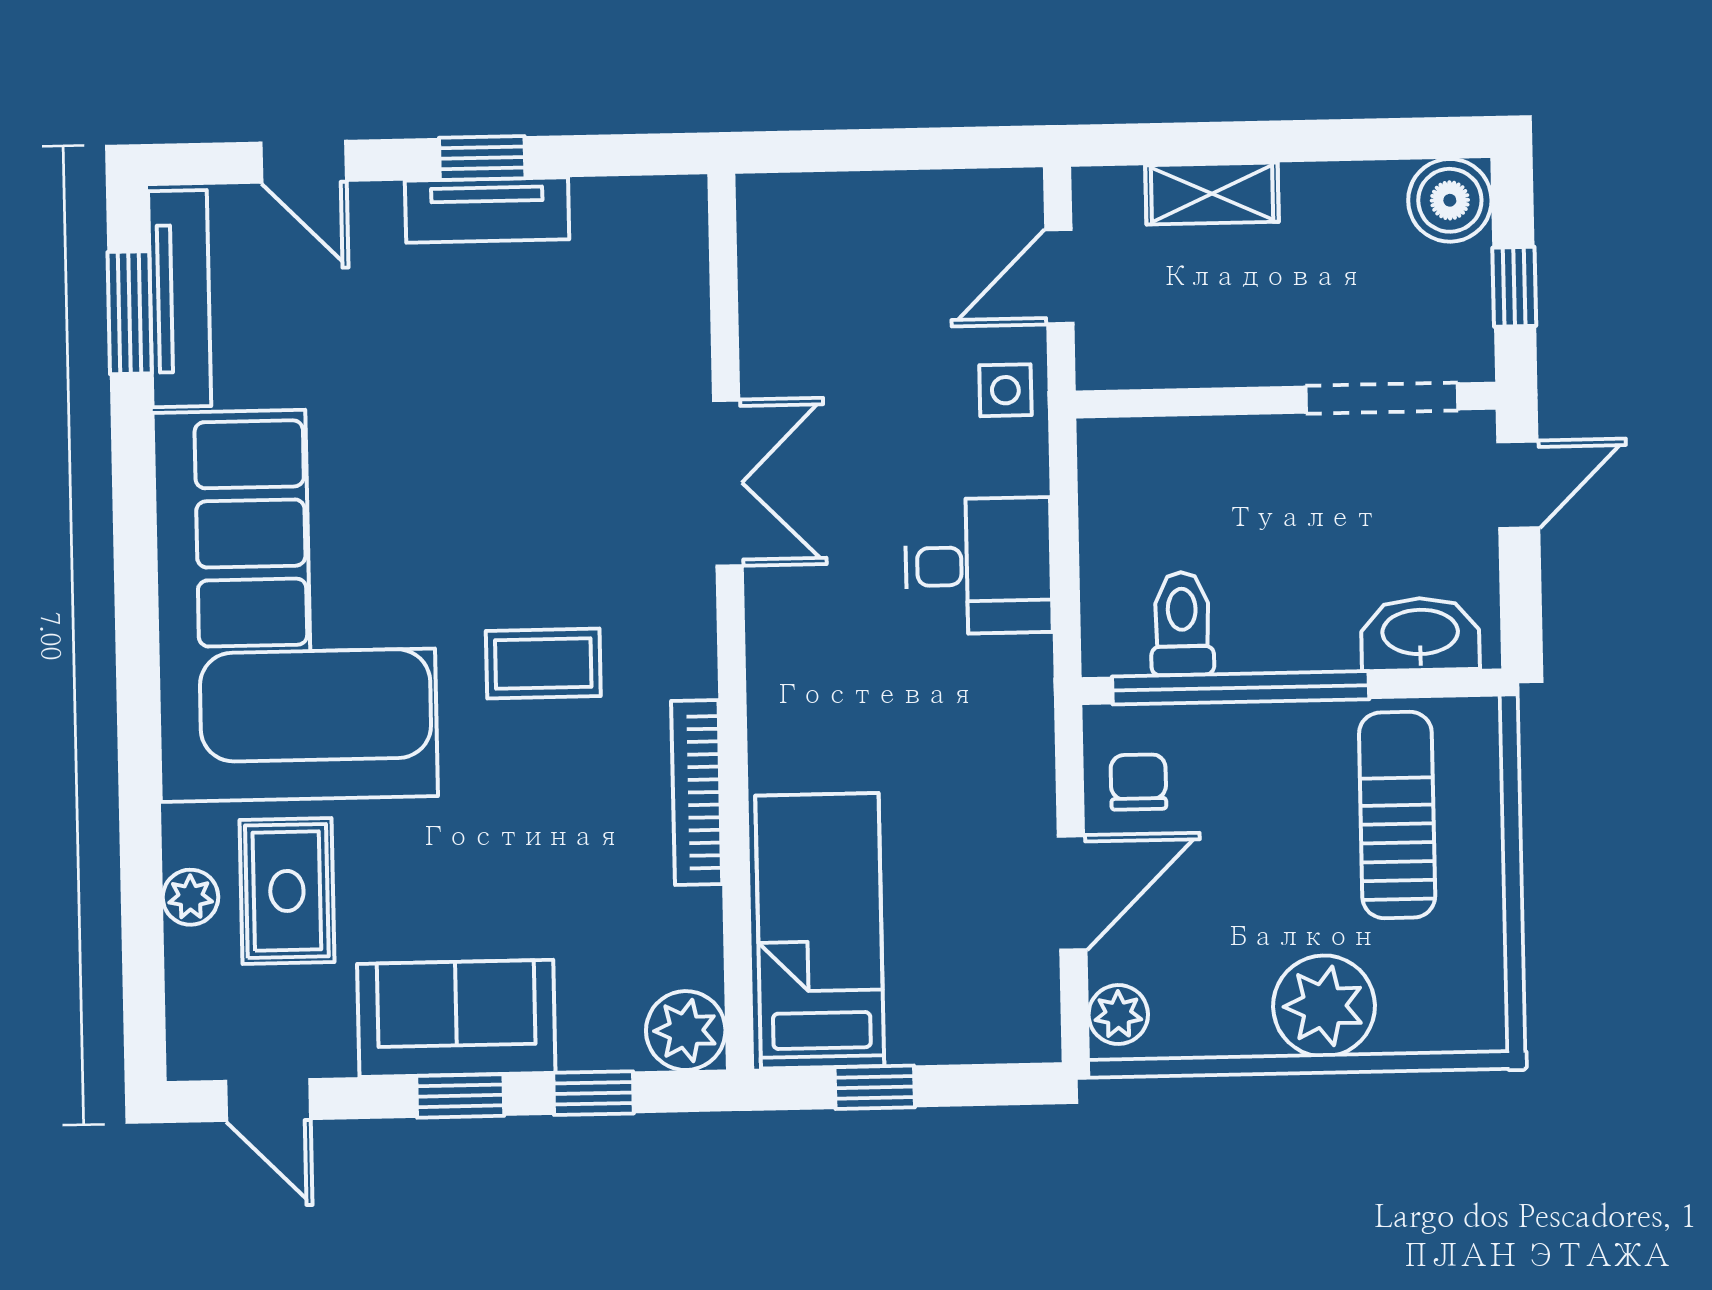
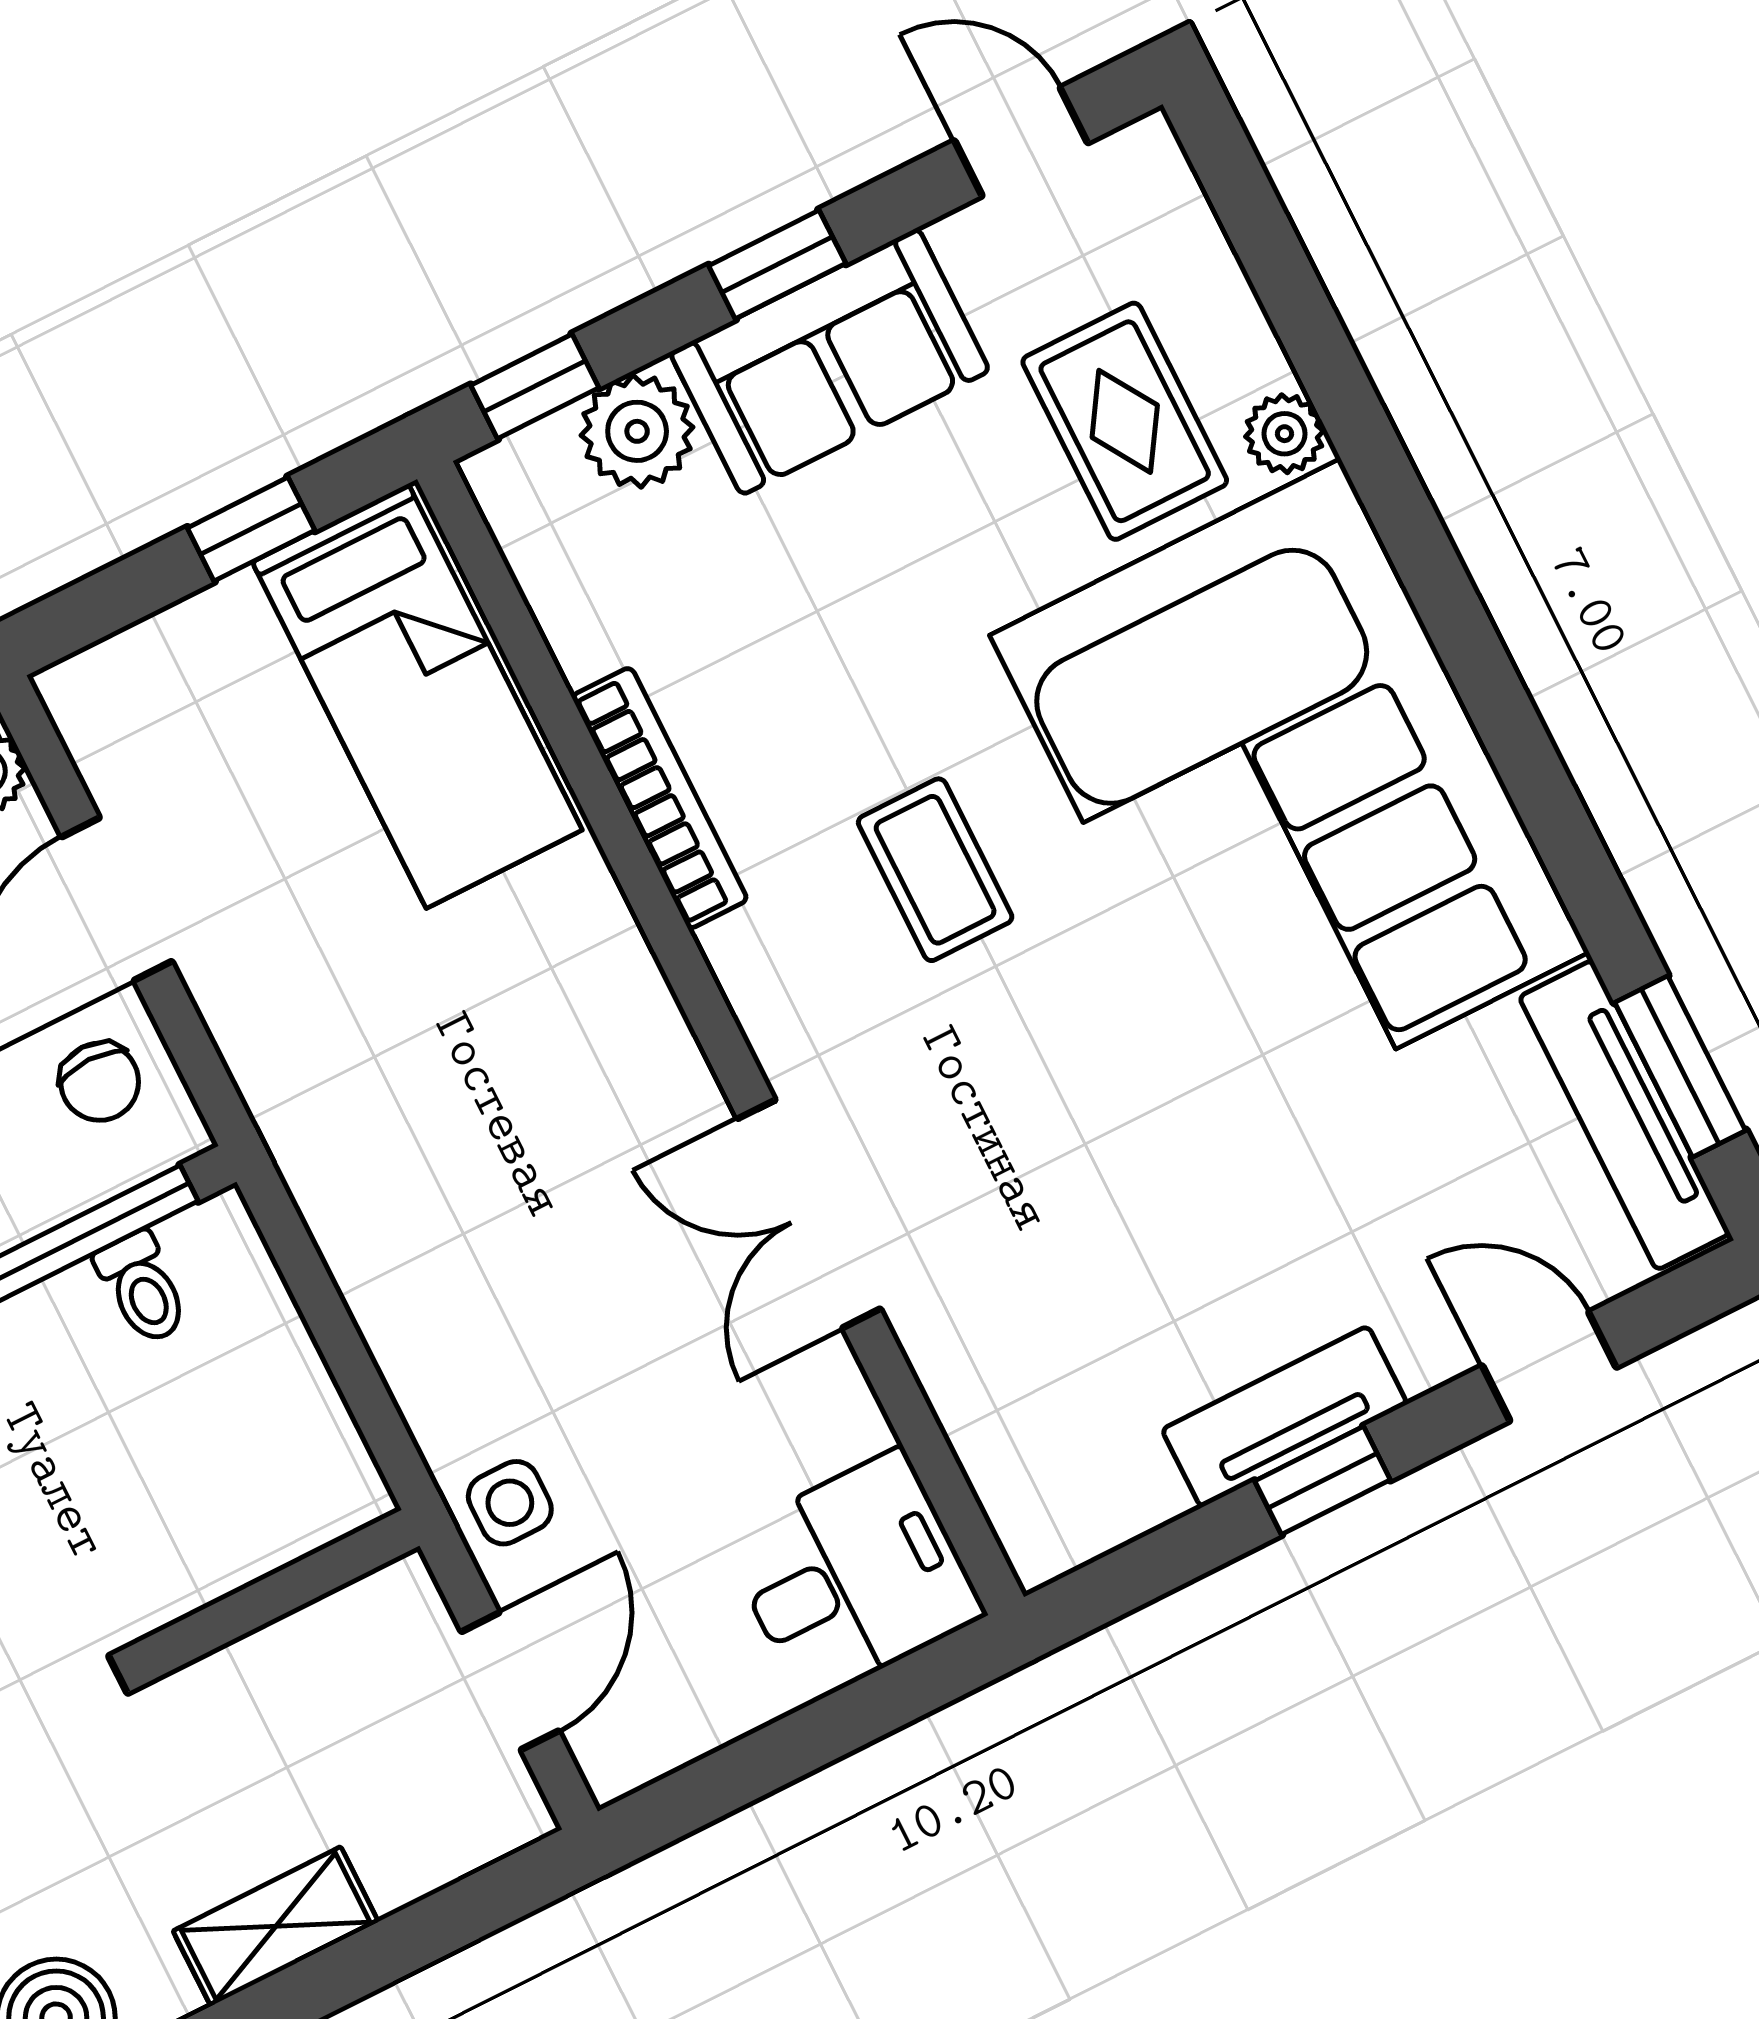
shelving: (1212, 193) -> (276, 1926), moved
desk: (979, 566) -> (853, 1576), moved, turned 180
toilet: (1182, 624) -> (142, 1288), width x0.73, depth x0.72
coffee table: (543, 664) -> (935, 870), turned 90
plant: (190, 897) -> (1285, 434), moved
plant: (686, 1031) -> (637, 431), moved
window: (593, 1093) -> (535, 386), moved

